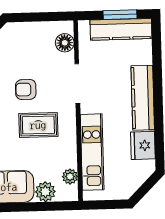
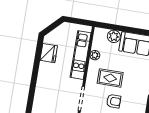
kitchen counter: (143, 98) -> (43, 82), removed
plant: (70, 177) -> (95, 55), moved

